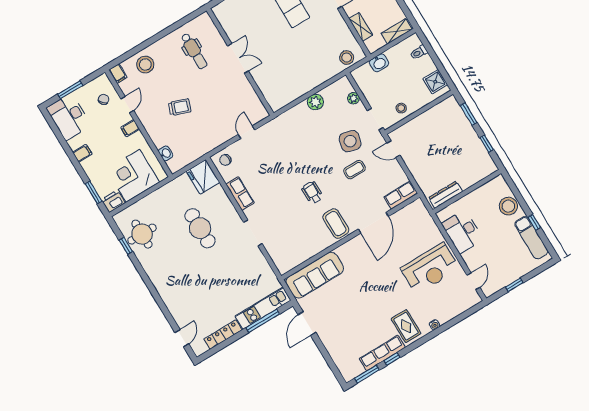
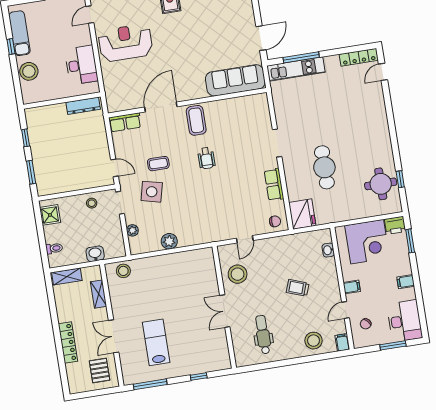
stool: (240, 97) -> (238, 274), added
locker: (223, 335) -> (359, 57), moved

